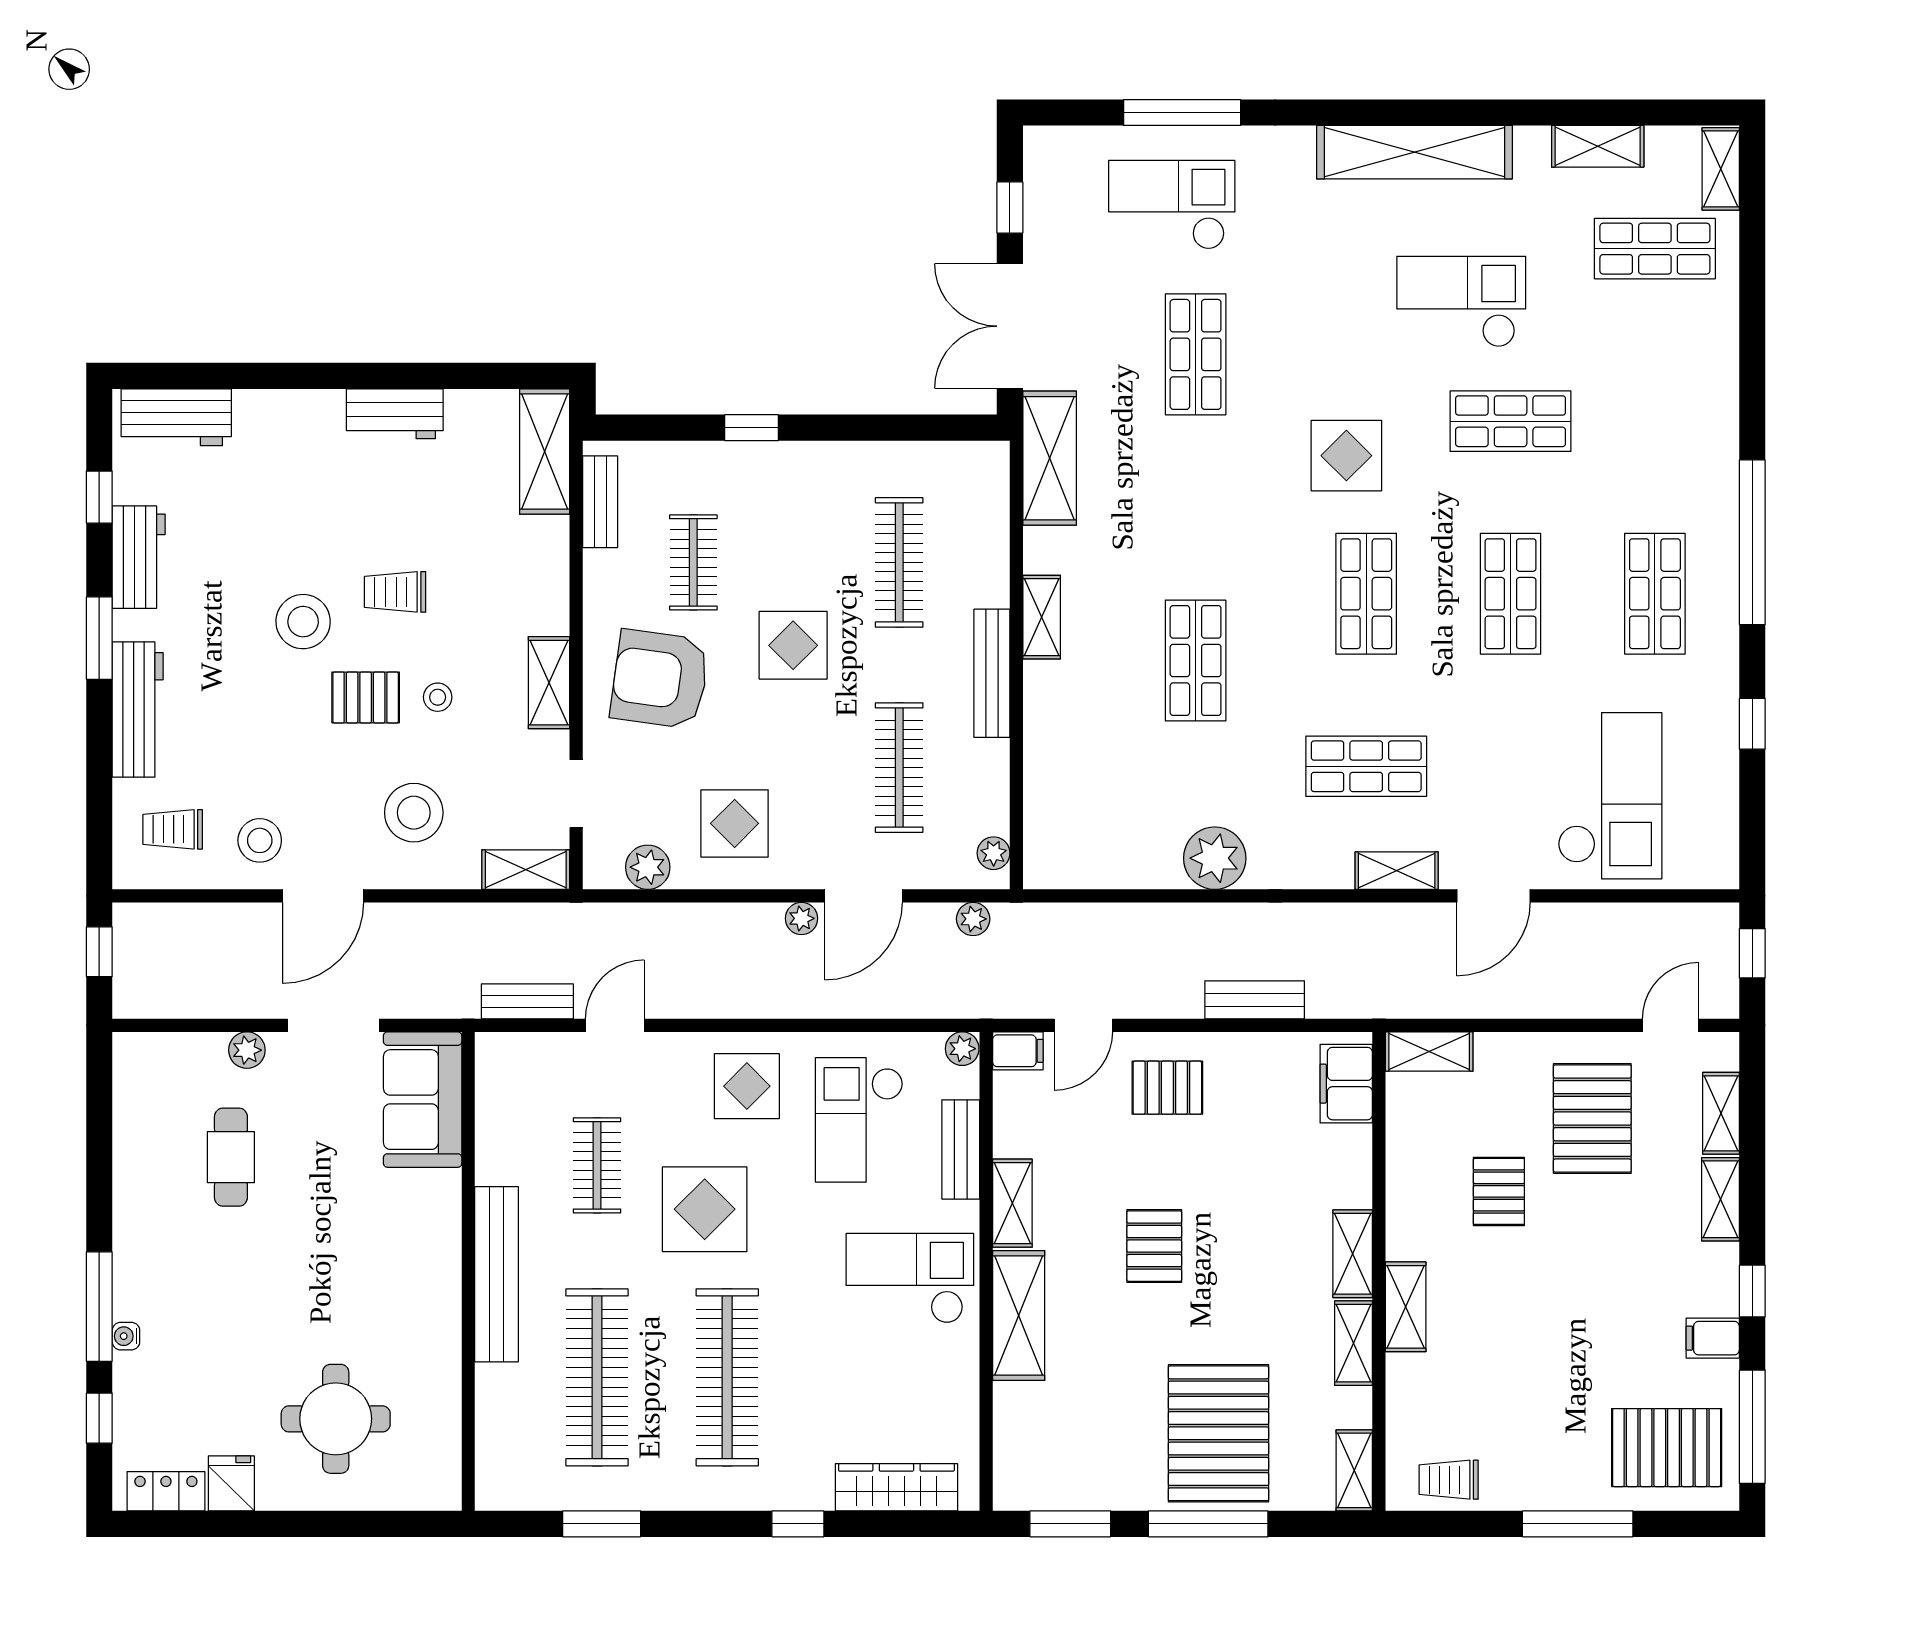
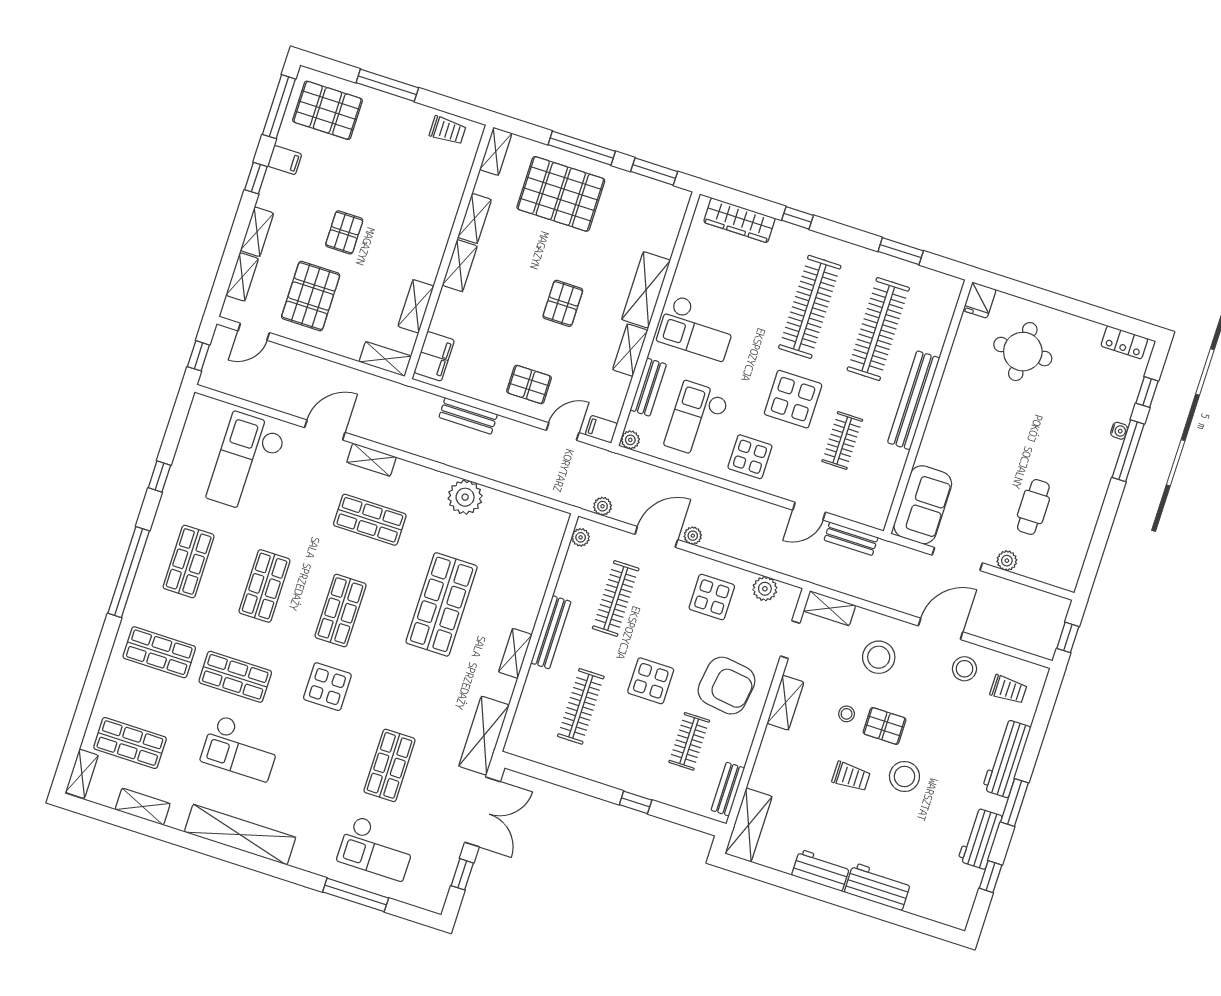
workbench: (176, 417) -> (878, 887), moved
shop shelf: (1655, 421) -> (159, 652), added
shop shelf: (1196, 660) -> (442, 604), width x1.43, depth x1.36
checkout: (859, 1120) -> (697, 420), turned 180
pallet: (1499, 1191) -> (344, 232), moved
shelving: (1406, 1307) -> (416, 306), moved
pallet: (1218, 1433) -> (561, 194), turned 90
fridge: (231, 1483) -> (980, 300), moved

